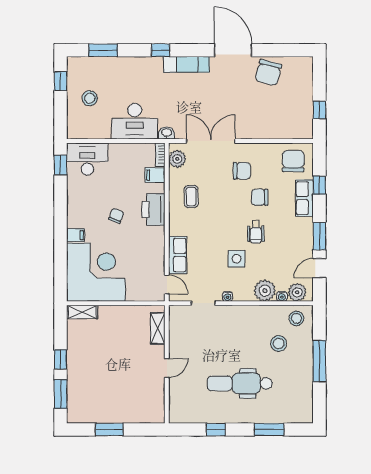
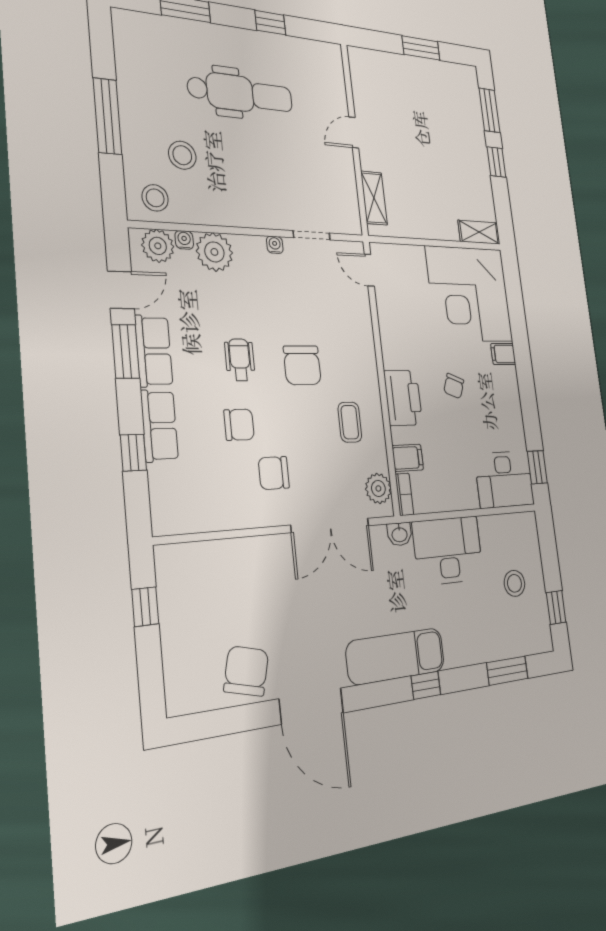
exam couch: (186, 64) -> (396, 656), width x1.36, depth x1.45
chair: (293, 161) -> (302, 365), moved
row of seats: (178, 255) -> (154, 351), moved, turned 180
side table: (237, 259) -> (267, 311), removed

